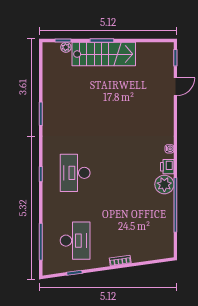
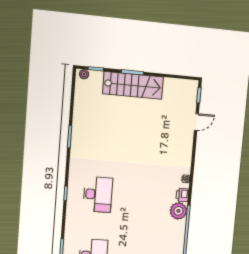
plant: (66, 47) -> (84, 74), moved
desk: (75, 173) -> (98, 194), turned 180

